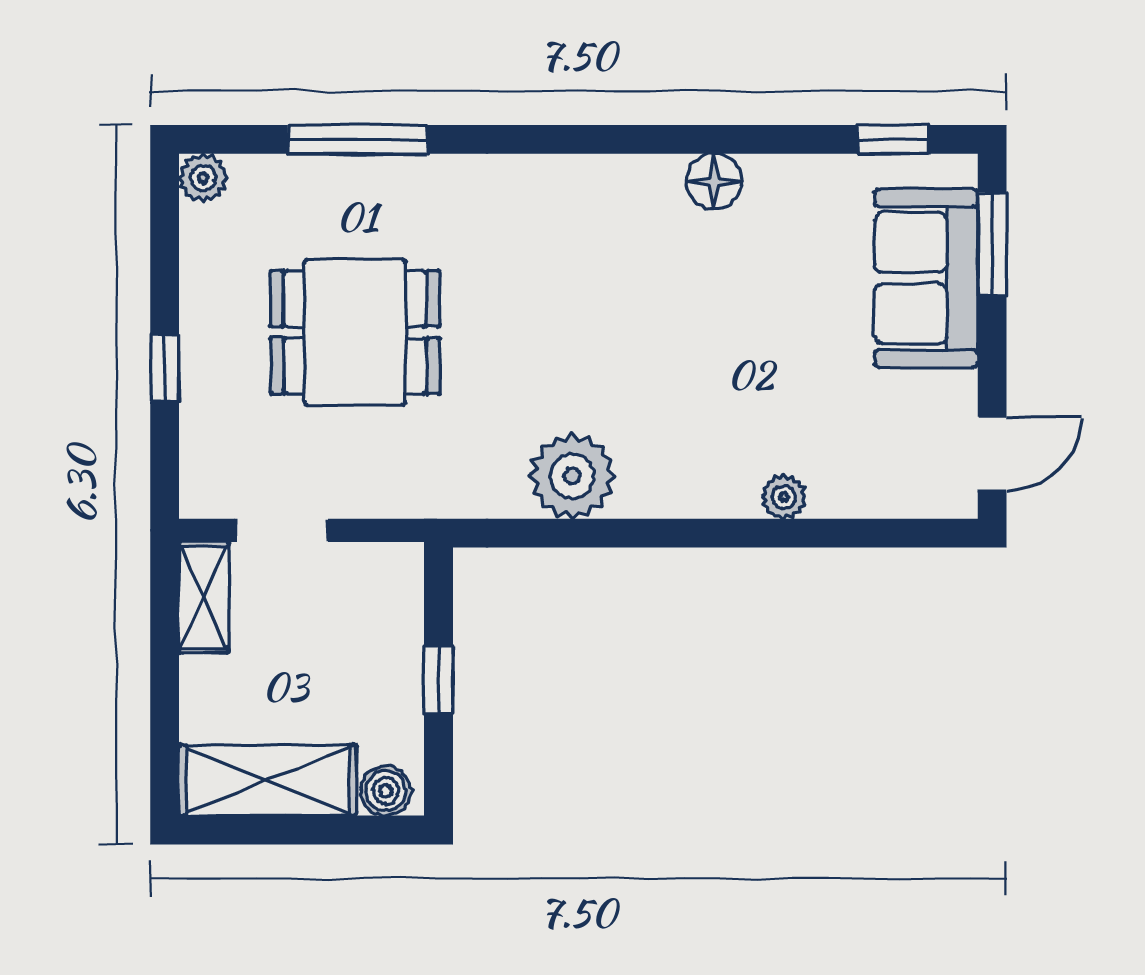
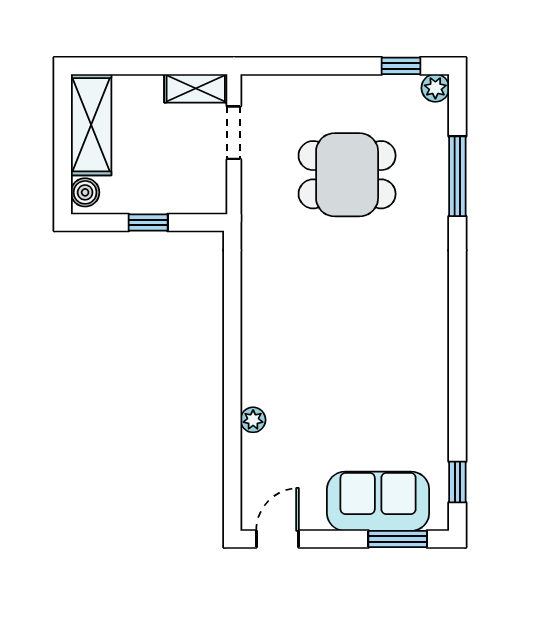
floor lamp: (714, 181) -> (433, 380), removed
dining table: (355, 332) -> (347, 175), turned 90
window: (165, 368) -> (401, 66), moved
door: (992, 454) -> (278, 539), swing flipped
plant: (572, 476) -> (265, 299), removed

